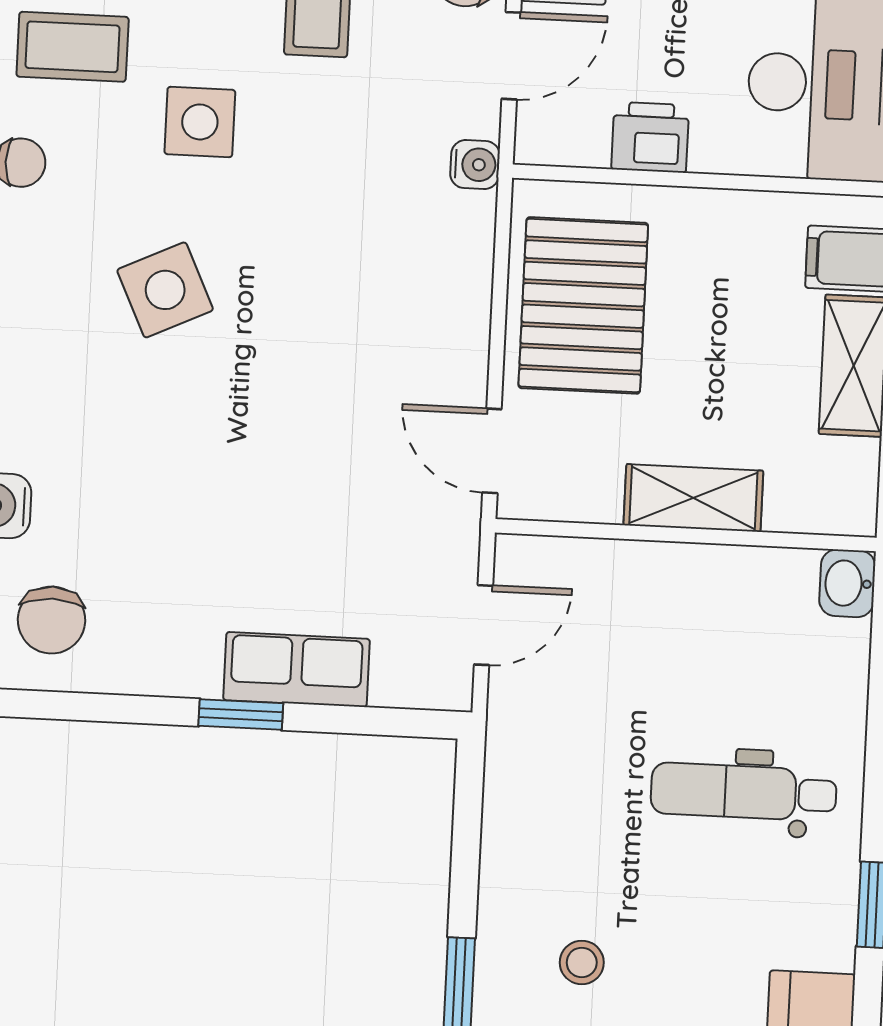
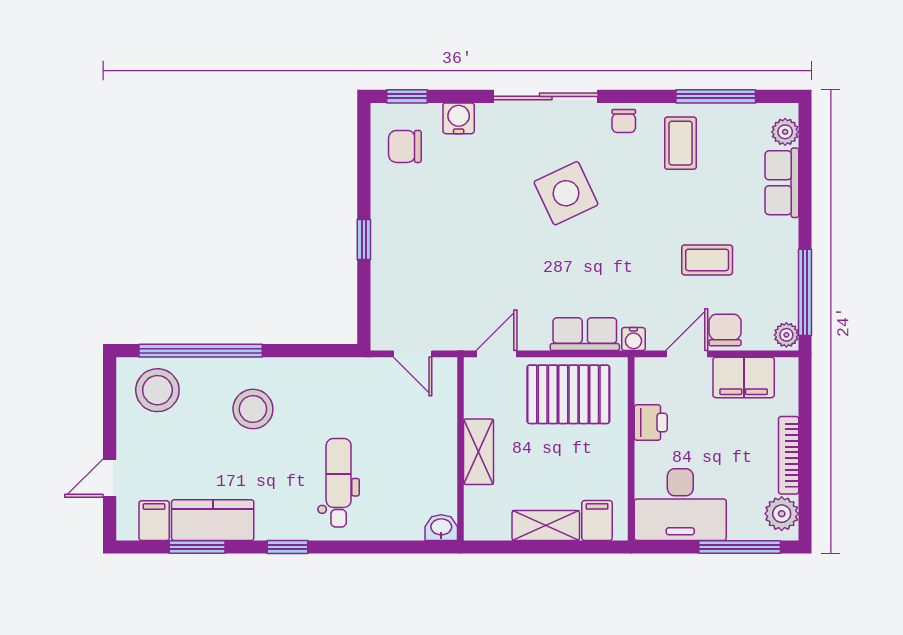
door: (511, 56) -> (687, 354), swing flipped
side table: (200, 122) -> (647, 206), removed
side table: (165, 290) -> (566, 193), width x1.37, depth x1.37
row of seats: (296, 670) -> (585, 334), moved, turned -90
stool: (582, 962) -> (253, 409), width x1.89, depth x1.89

